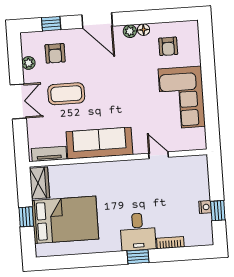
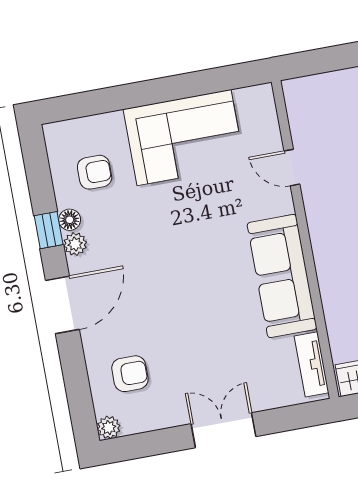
window: (51, 24) -> (49, 230), moved
plant: (29, 63) -> (109, 427), moved
coffee table: (66, 94) -> (200, 346), removed
door: (159, 155) -> (292, 168), hinge flipped

